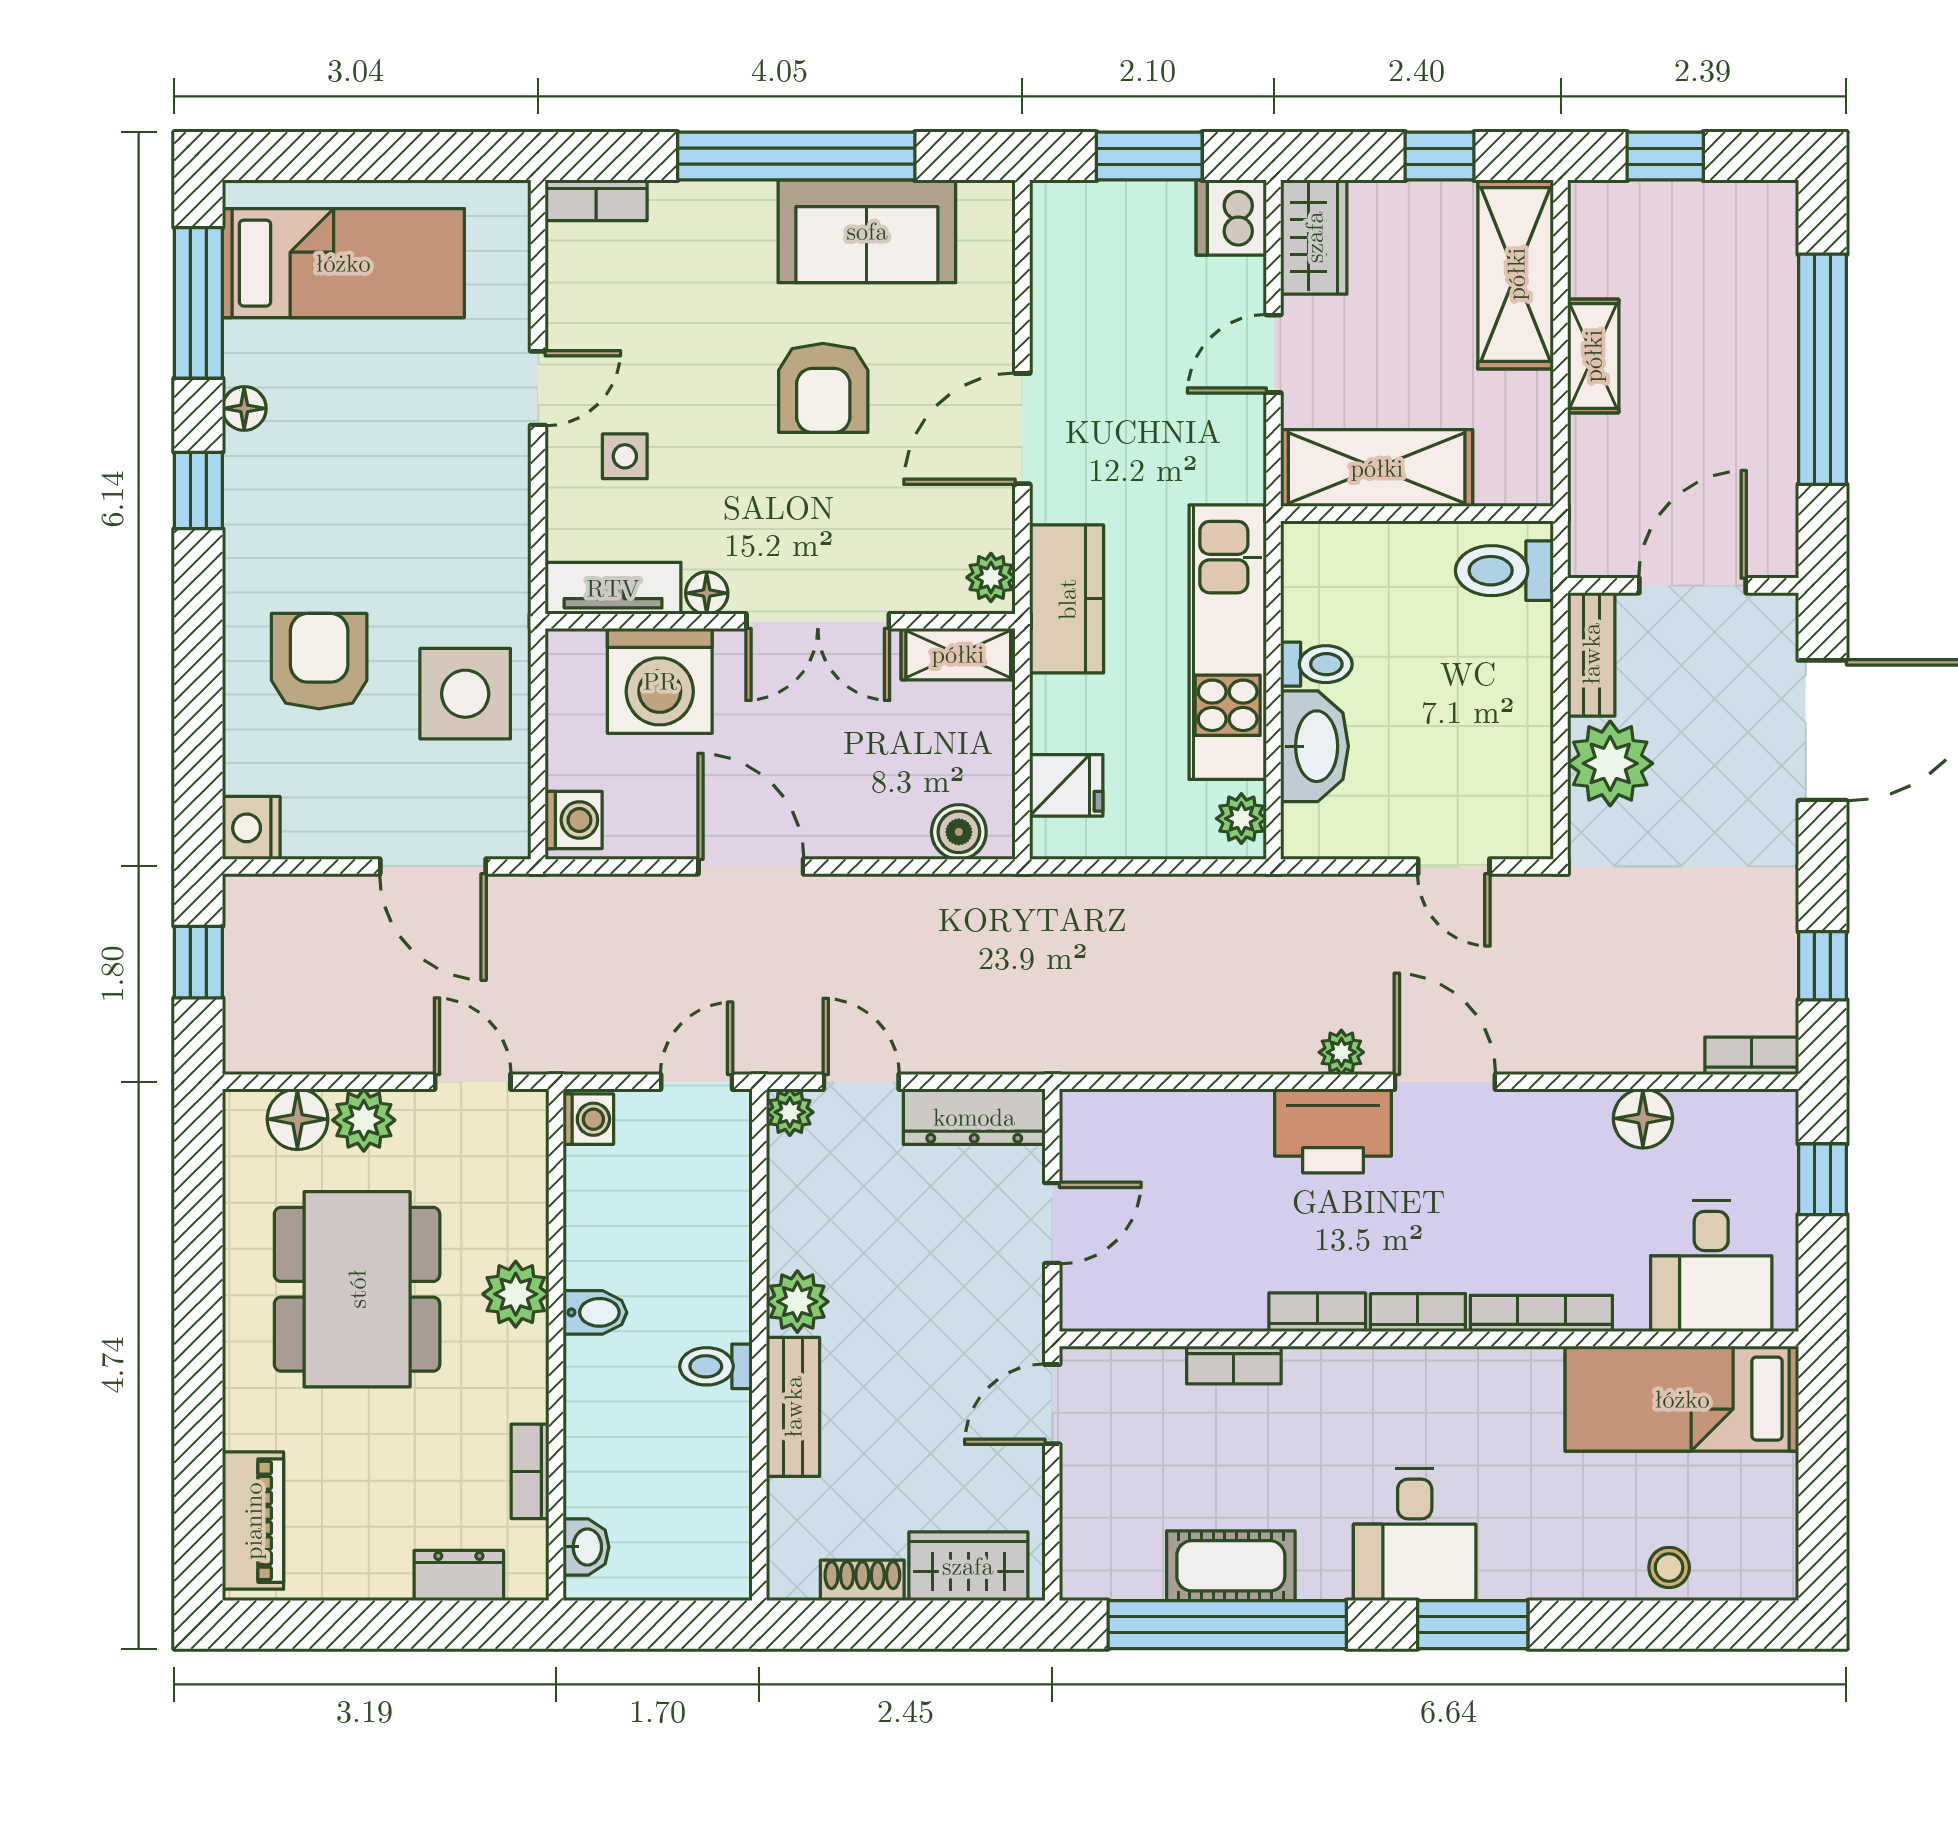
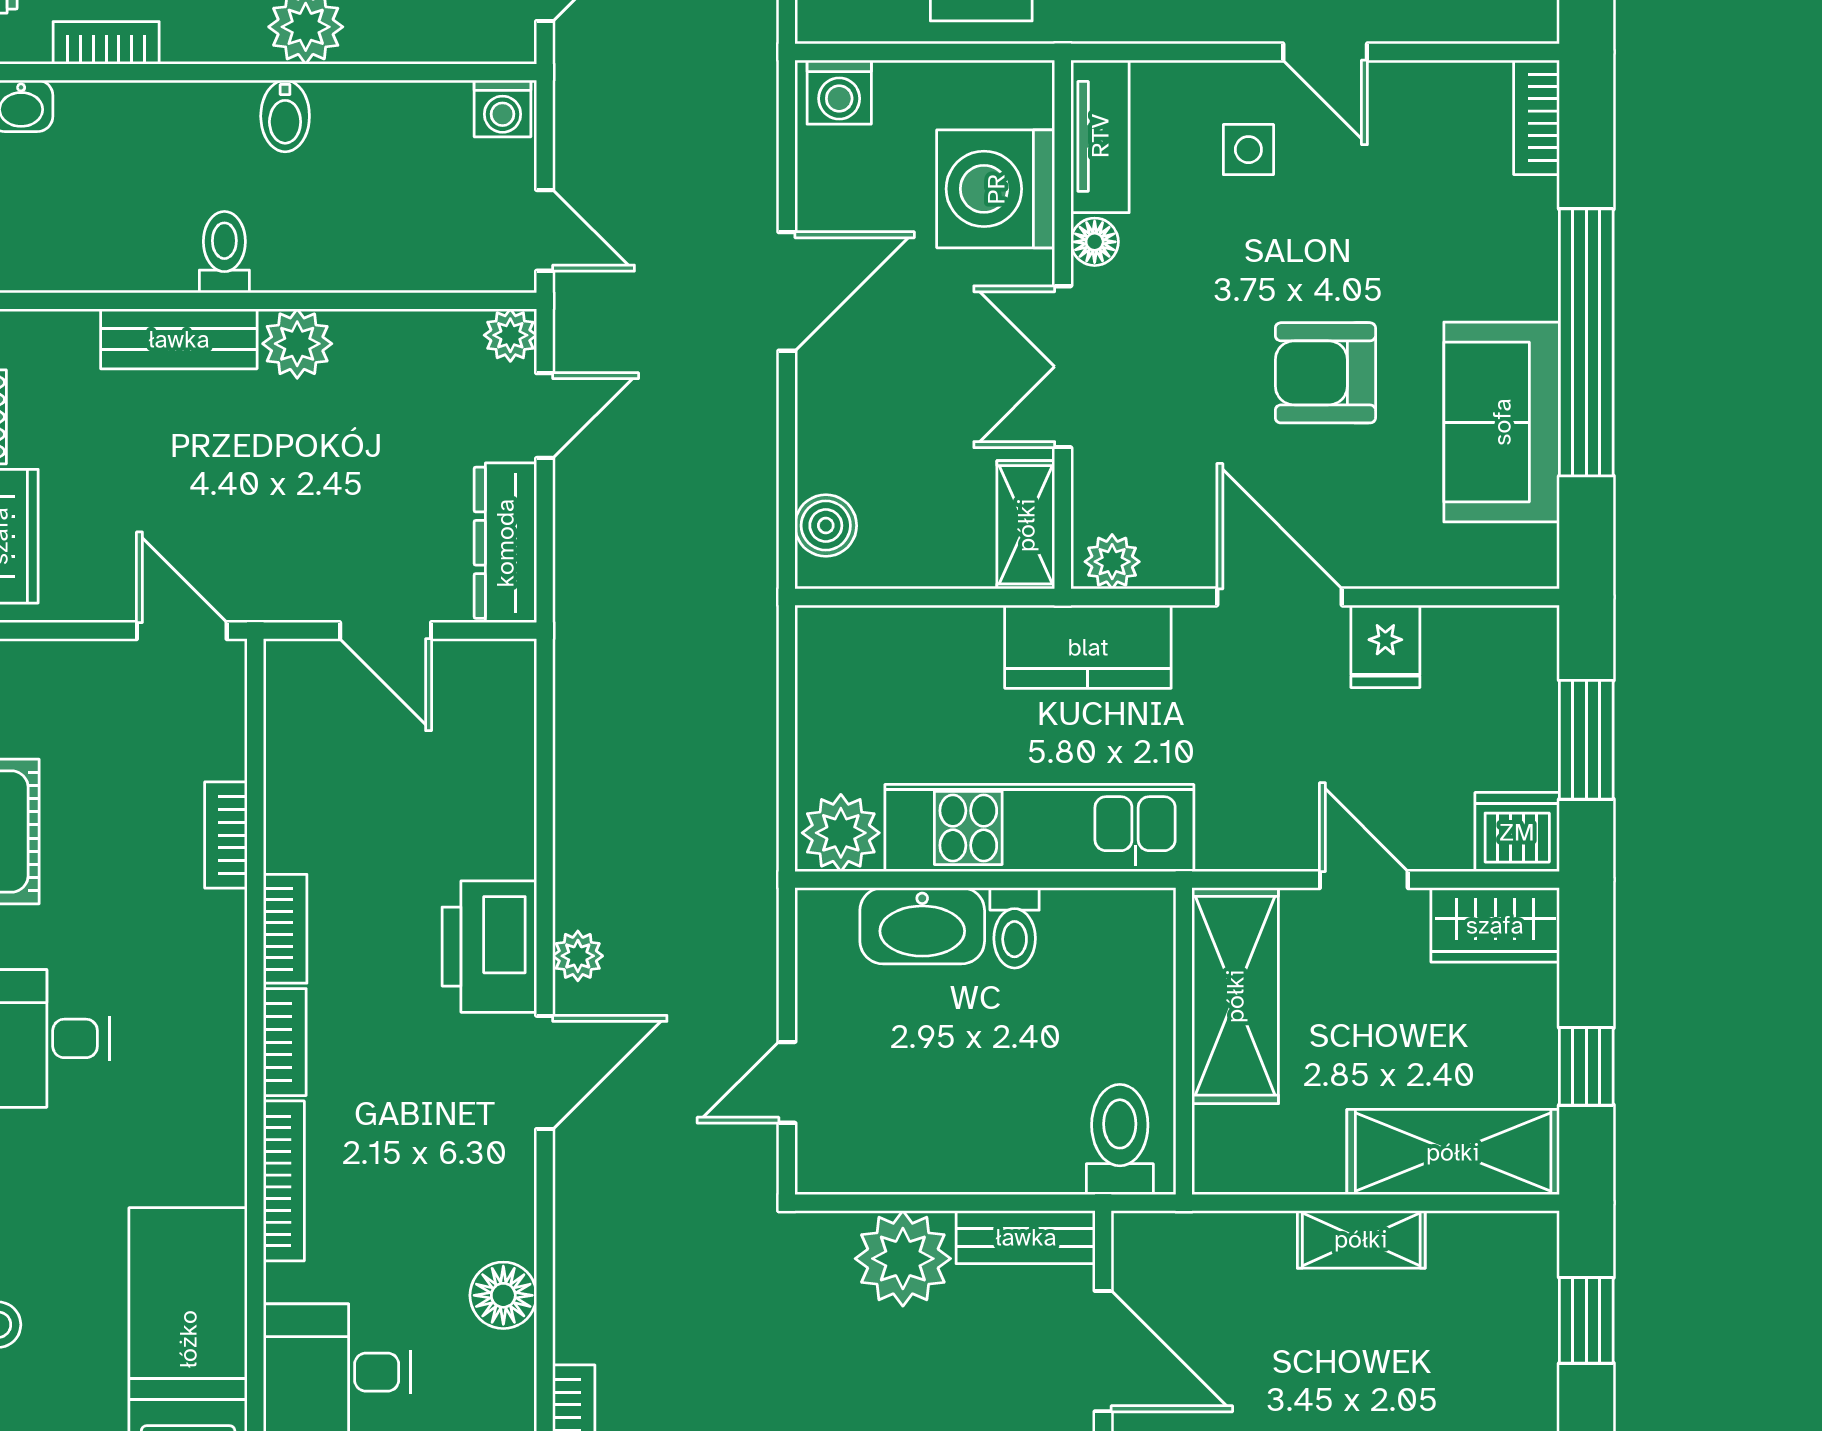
fridge: (1066, 785) -> (1385, 646), moved
plant: (1241, 819) -> (841, 833), width x1.38, depth x1.38

